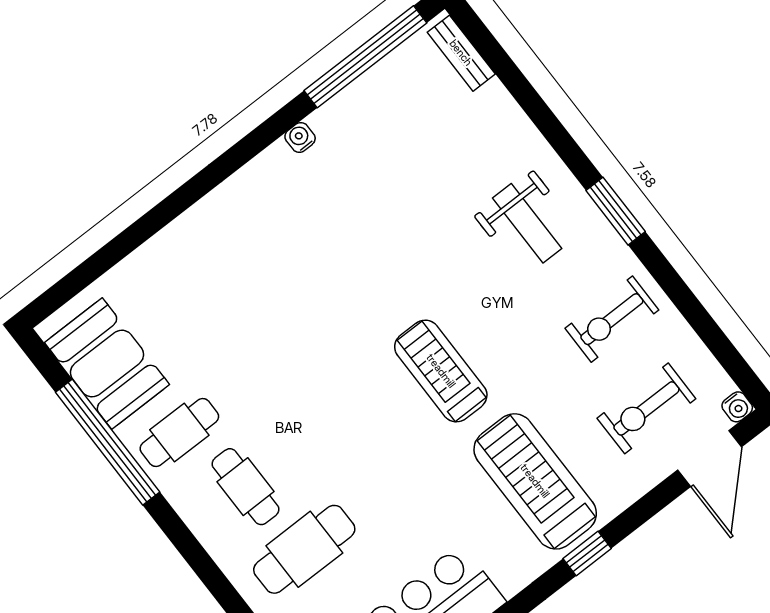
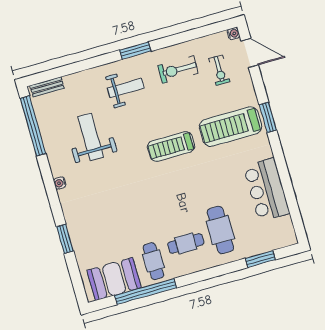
water cooler: (300, 137) -> (60, 183), moved
weight bench: (392, 190) -> (91, 137), added
window: (150, 223) -> (65, 239), added
exercise bike: (612, 319) -> (178, 70), turned 90
exercise bike: (646, 408) -> (219, 70), width x0.73, depth x0.72
window: (587, 554) -> (268, 117), width x1.50

